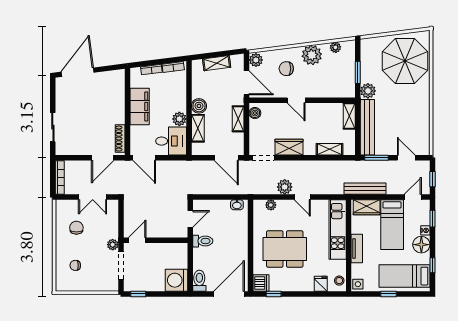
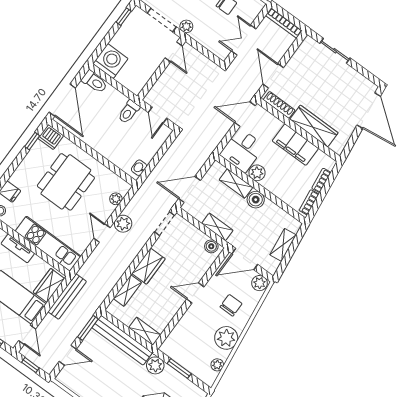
wardrobe: (117, 103) -> (314, 126), added
wardrobe: (289, 147) -> (148, 266), moved
door: (302, 197) -> (102, 233), hinge flipped

